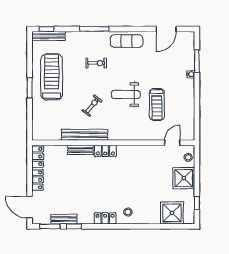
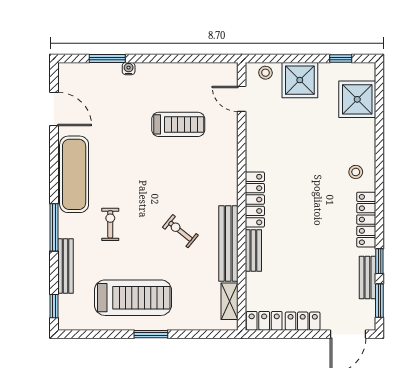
bench: (49, 36) -> (65, 266), moved
exercise mat: (127, 41) -> (74, 174), width x1.36, depth x1.45
treadmill: (52, 77) -> (133, 298), turned 180
weight bench: (126, 94) -> (162, 176), removed
shelving: (49, 135) -> (229, 301), added
locker: (105, 151) -> (255, 200), width x1.53
locker: (105, 218) -> (366, 220), width x1.53

